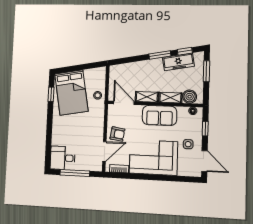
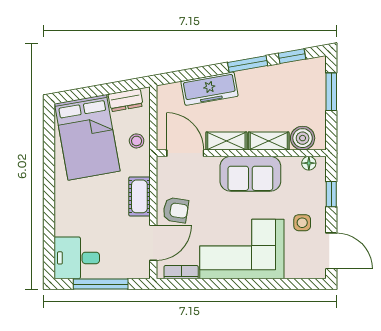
freezer: (178, 62) -> (210, 89), moved
dresser: (93, 73) -> (126, 100), added
window: (51, 94) -> (49, 142), removed
cot: (98, 126) -> (139, 196), added

